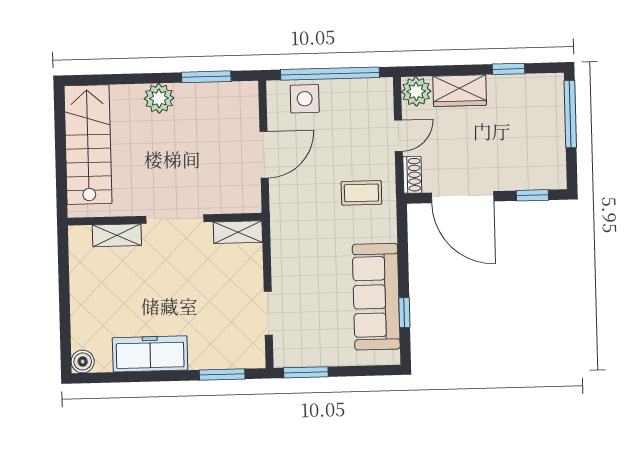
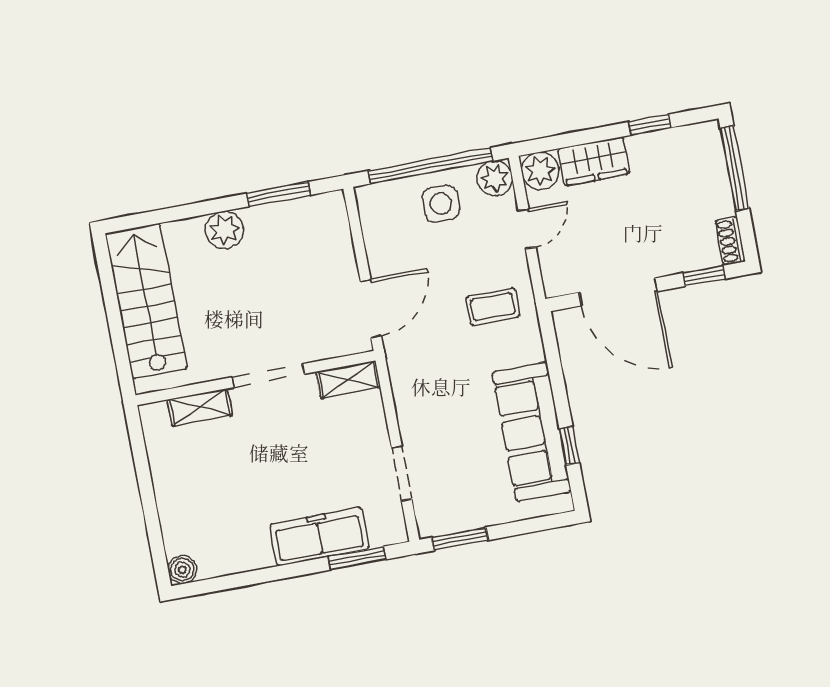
plant: (379, 92) -> (495, 178), added
side table: (305, 99) -> (441, 204), moved
door: (264, 155) -> (371, 309), moved
shoe rack: (412, 175) -> (730, 241), moved, turned 180
freezer: (150, 354) -> (319, 537), moved

